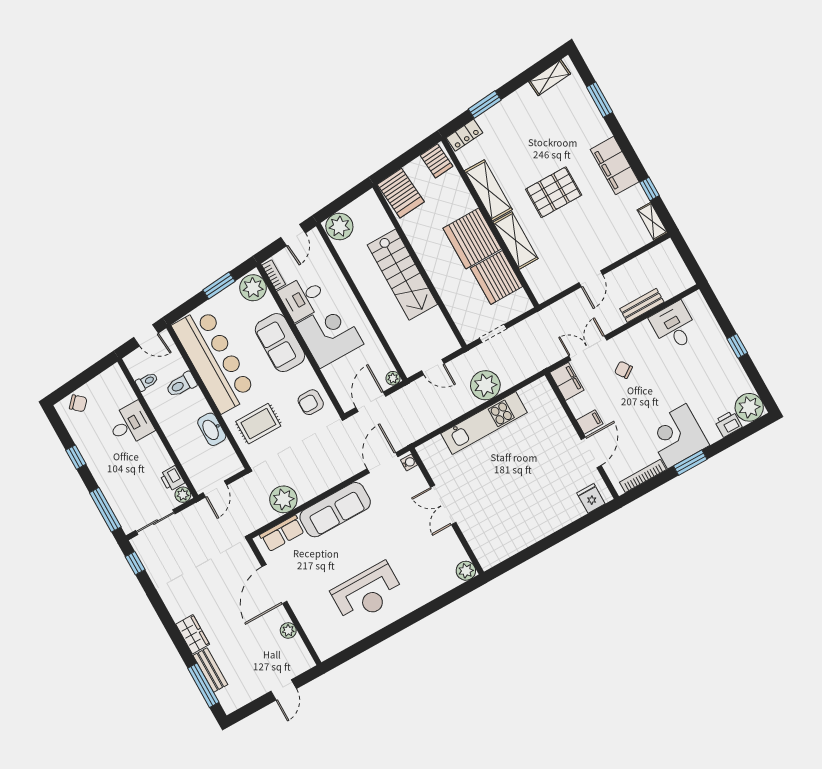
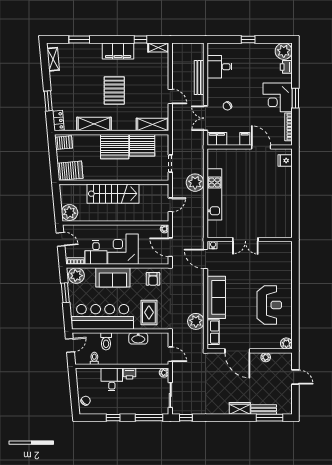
shelving: (516, 240) -> (152, 125), moved
bench: (642, 305) -> (199, 78), width x1.36
printer: (172, 478) -> (129, 374), moved
plant: (466, 571) -> (286, 344), moved

